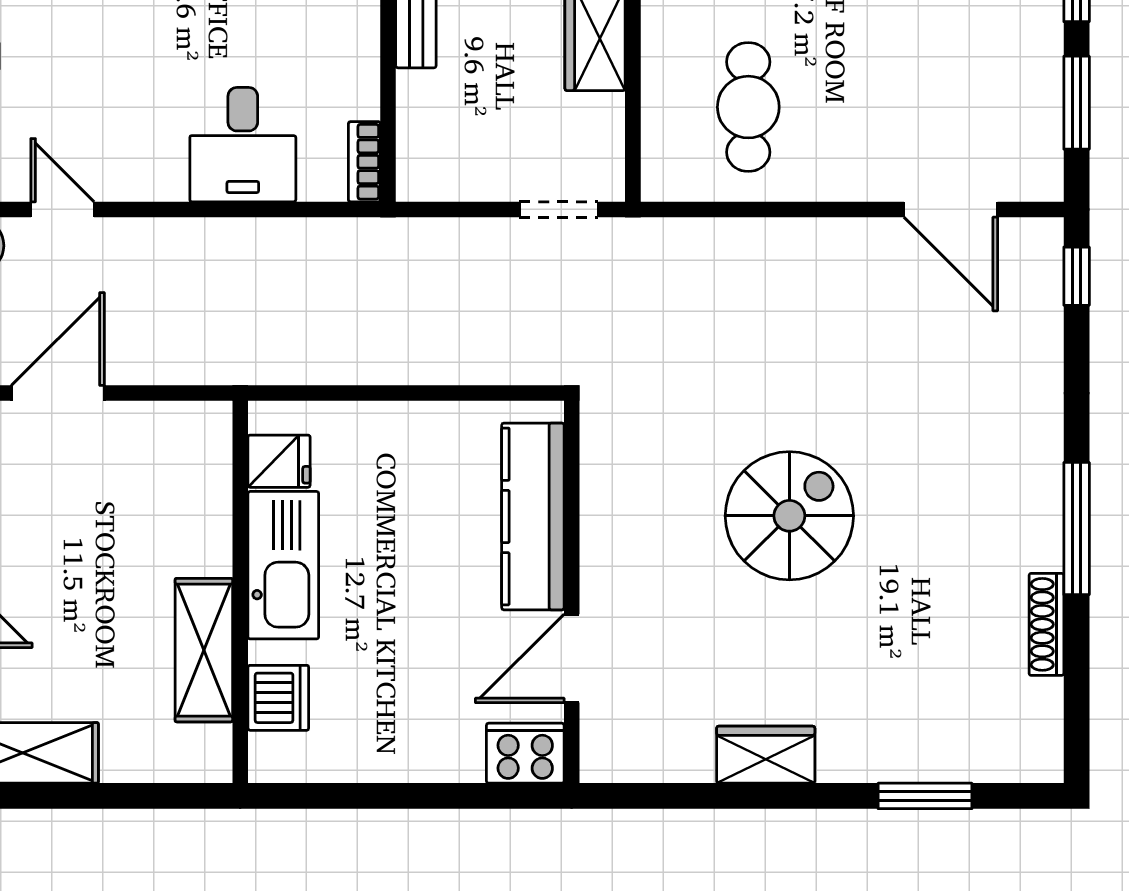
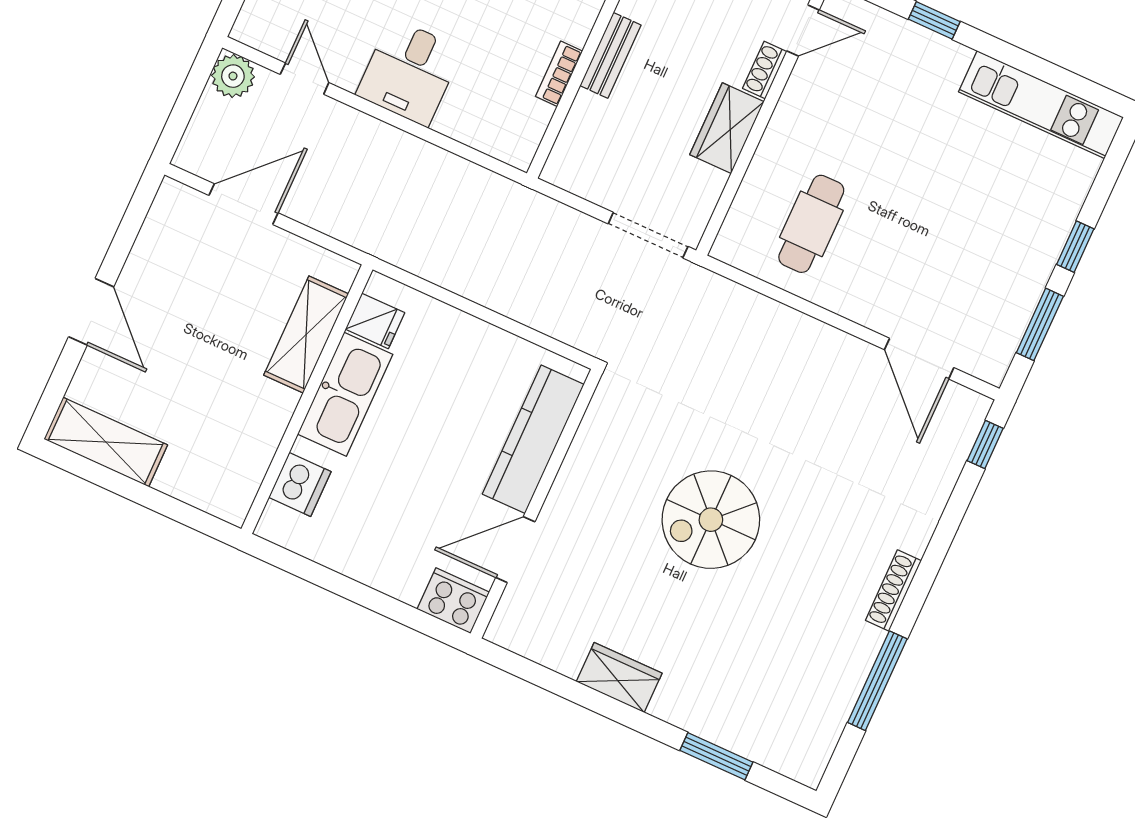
desk: (243, 145) -> (409, 72), moved
bookcase: (364, 162) -> (559, 74), moved
doorway: (559, 209) -> (648, 235), width x1.38
spiral stairs: (789, 516) -> (711, 520), turned 180
window: (1077, 529) -> (877, 681), moved
shoe rack: (1046, 624) -> (893, 591), moved
shelving: (204, 650) -> (306, 334), moved

